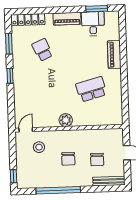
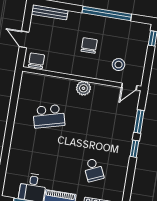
window: (9, 44) -> (139, 121), moved
piano: (114, 55) -> (16, 149), removed
chair: (97, 159) -> (36, 61), moved

